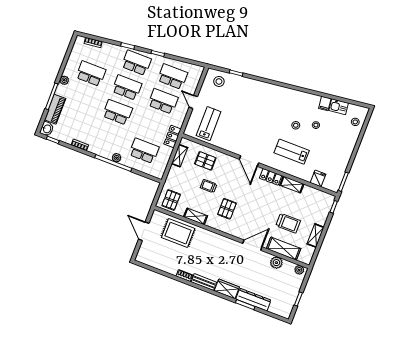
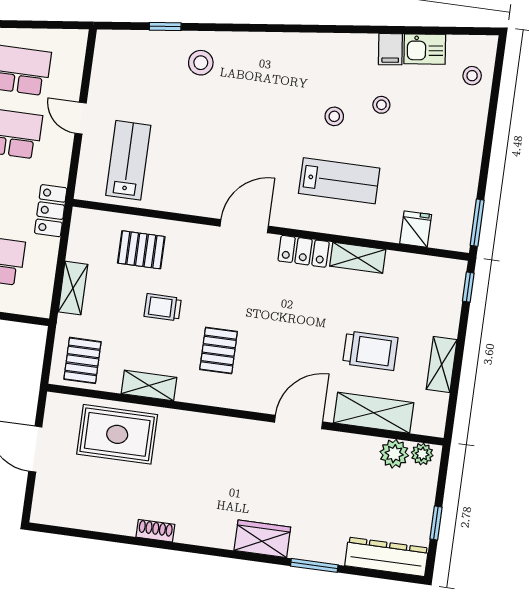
stool: (219, 81) -> (201, 63), moved
lab bench: (292, 152) -> (339, 181), turned 180
shelving: (180, 156) -> (73, 288), moved
door: (249, 161) -> (244, 226), swing flipped
plant: (276, 263) -> (394, 454), moved
bench: (204, 282) -> (205, 535), removed
dresser: (253, 300) -> (387, 557), moved

